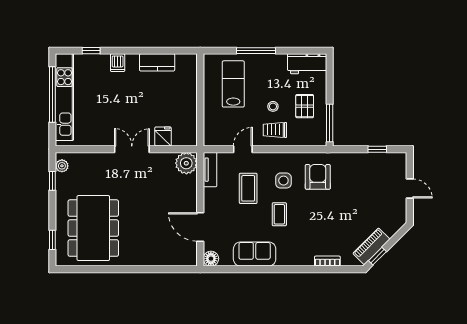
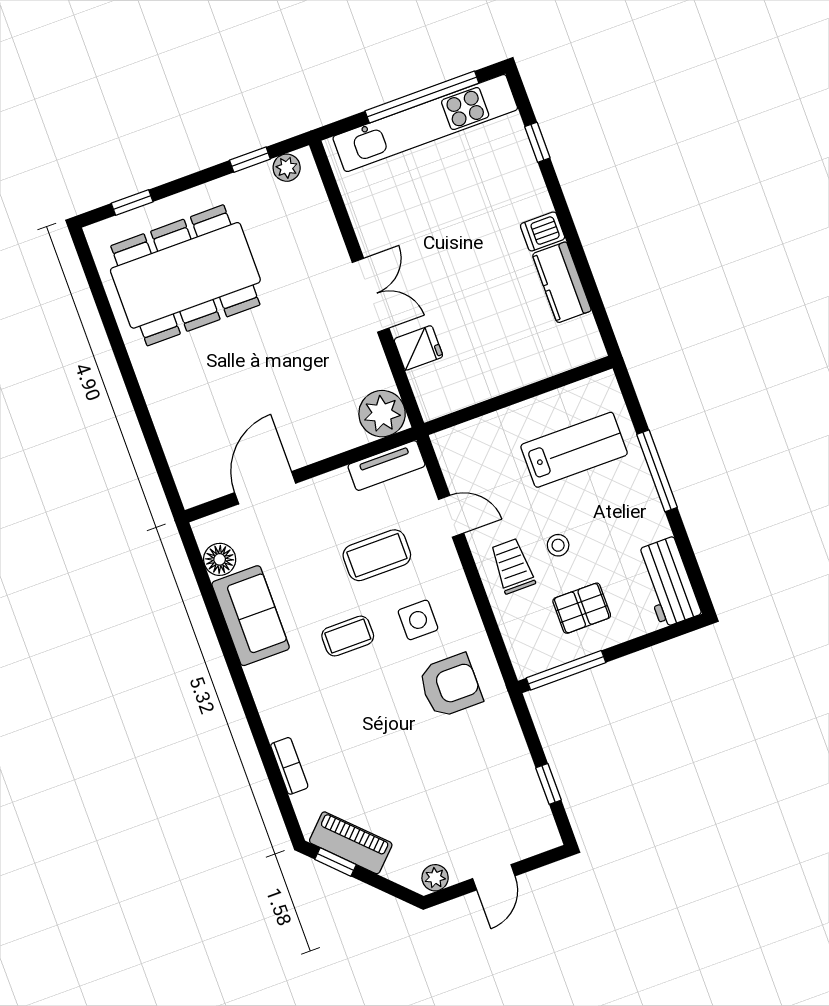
dishwasher: (118, 63) -> (543, 231), moved
plant: (400, 215) -> (435, 878), added
floor lamp: (211, 259) -> (220, 559), moved

